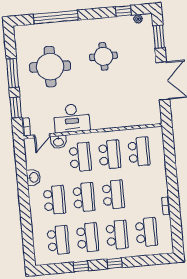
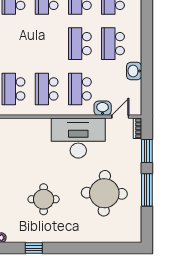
window: (123, 11) -> (34, 248), moved
window: (56, 17) -> (93, 248), removed
desk: (72, 118) -> (78, 138), width x1.36, depth x1.30
school desk: (113, 195) -> (47, 44), removed

